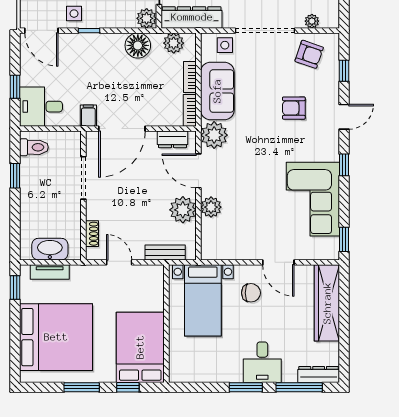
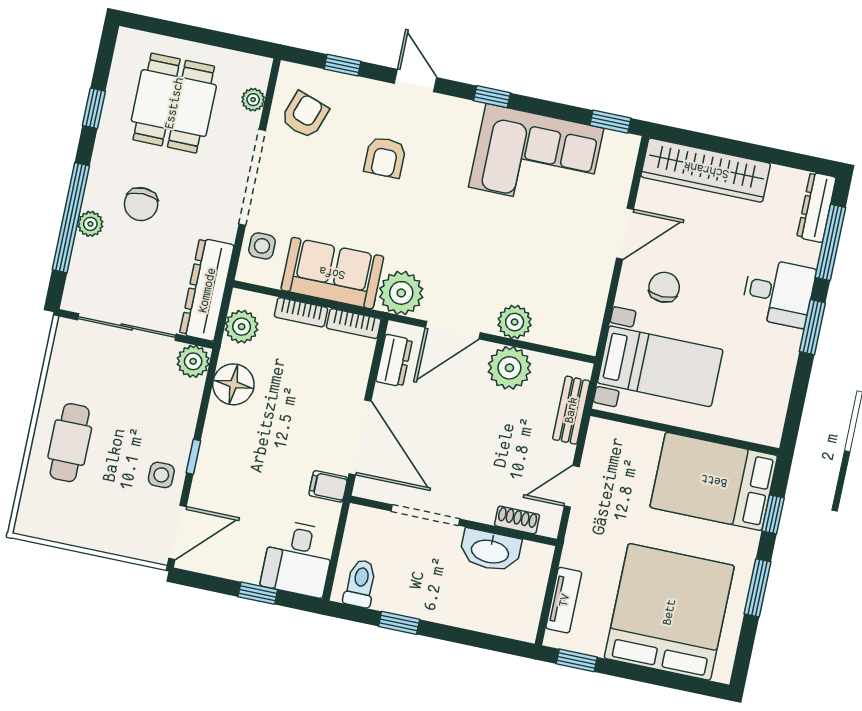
washbasin: (50, 249) -> (490, 551), moved, turned -90

